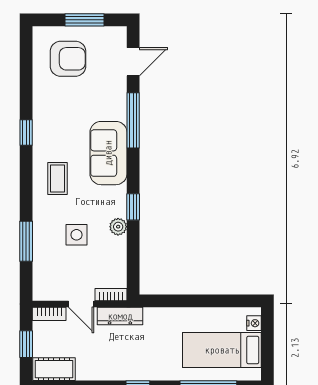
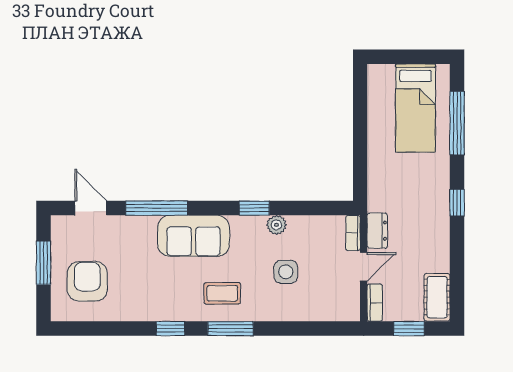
window: (26, 241) -> (230, 329), moved
dresser: (120, 316) -> (377, 231), width x0.70
nightstand: (254, 323) -> (385, 72), removed

